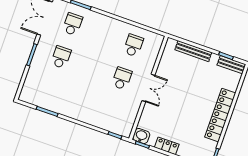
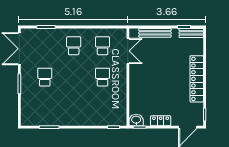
school desk: (72, 24) -> (74, 46), moved
double door: (148, 88) -> (128, 51), moved

